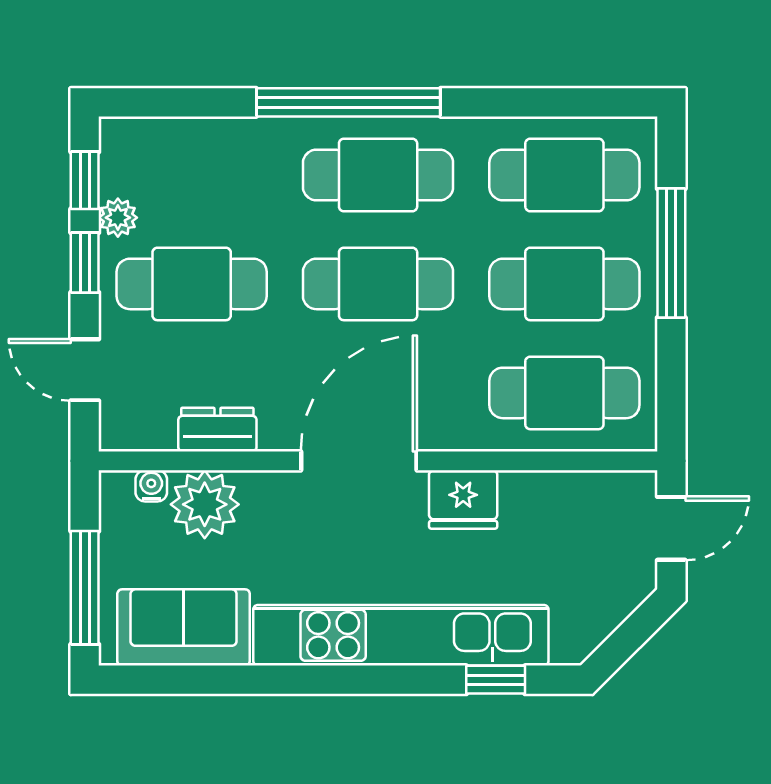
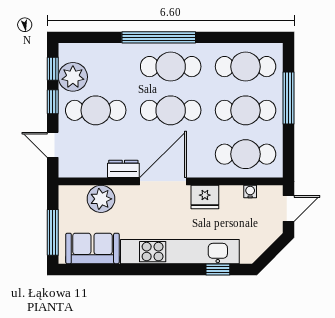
plant: (118, 218) -> (73, 77), width x1.87, depth x1.87
dresser: (217, 430) -> (123, 169), moved
water cooler: (151, 486) -> (250, 191), moved

